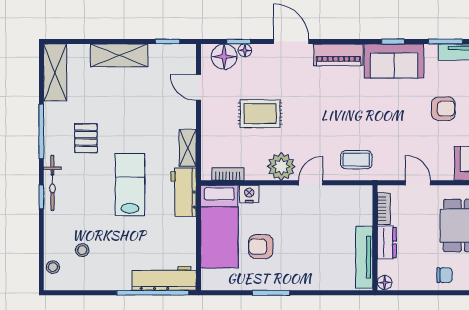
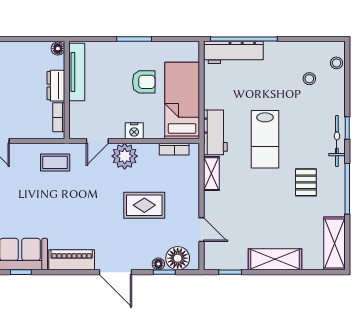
nightstand: (249, 194) -> (134, 131), moved
bookcase: (384, 209) -> (59, 117), moved
wall: (375, 238) -> (67, 90), moved
dresser: (387, 243) -> (56, 86), moved
tv unit: (364, 257) -> (77, 72), moved
floor lamp: (385, 282) -> (58, 49), moved

